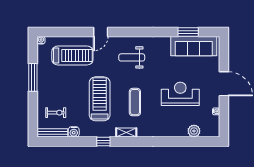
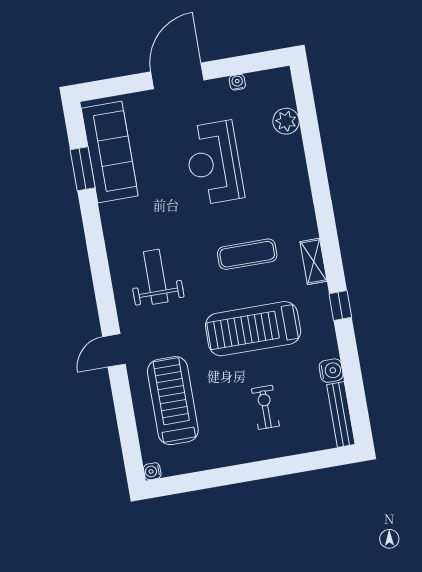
door: (101, 32) -> (114, 350), swing flipped
weight bench: (132, 57) -> (156, 277), turned 180
window: (33, 77) -> (232, 475), removed
exercise bike: (56, 113) -> (265, 407), moved

